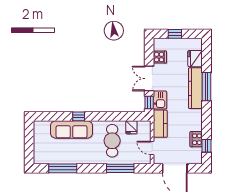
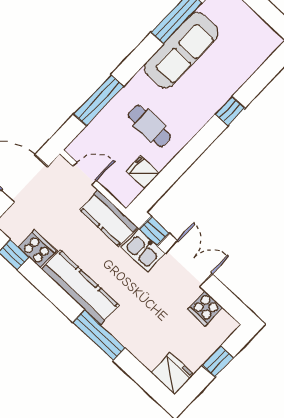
fridge: (195, 59) -> (172, 374), moved
kitchen counter: (195, 88) -> (80, 287), moved
sofa: (72, 129) -> (181, 50), moved, turned 180
cafe table: (112, 141) -> (149, 126), width x0.73, depth x0.74

